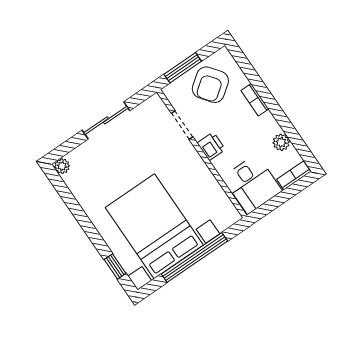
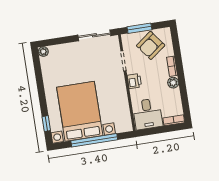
sliding door: (106, 120) -> (94, 35), moved
plant: (281, 142) -> (173, 83), moved

